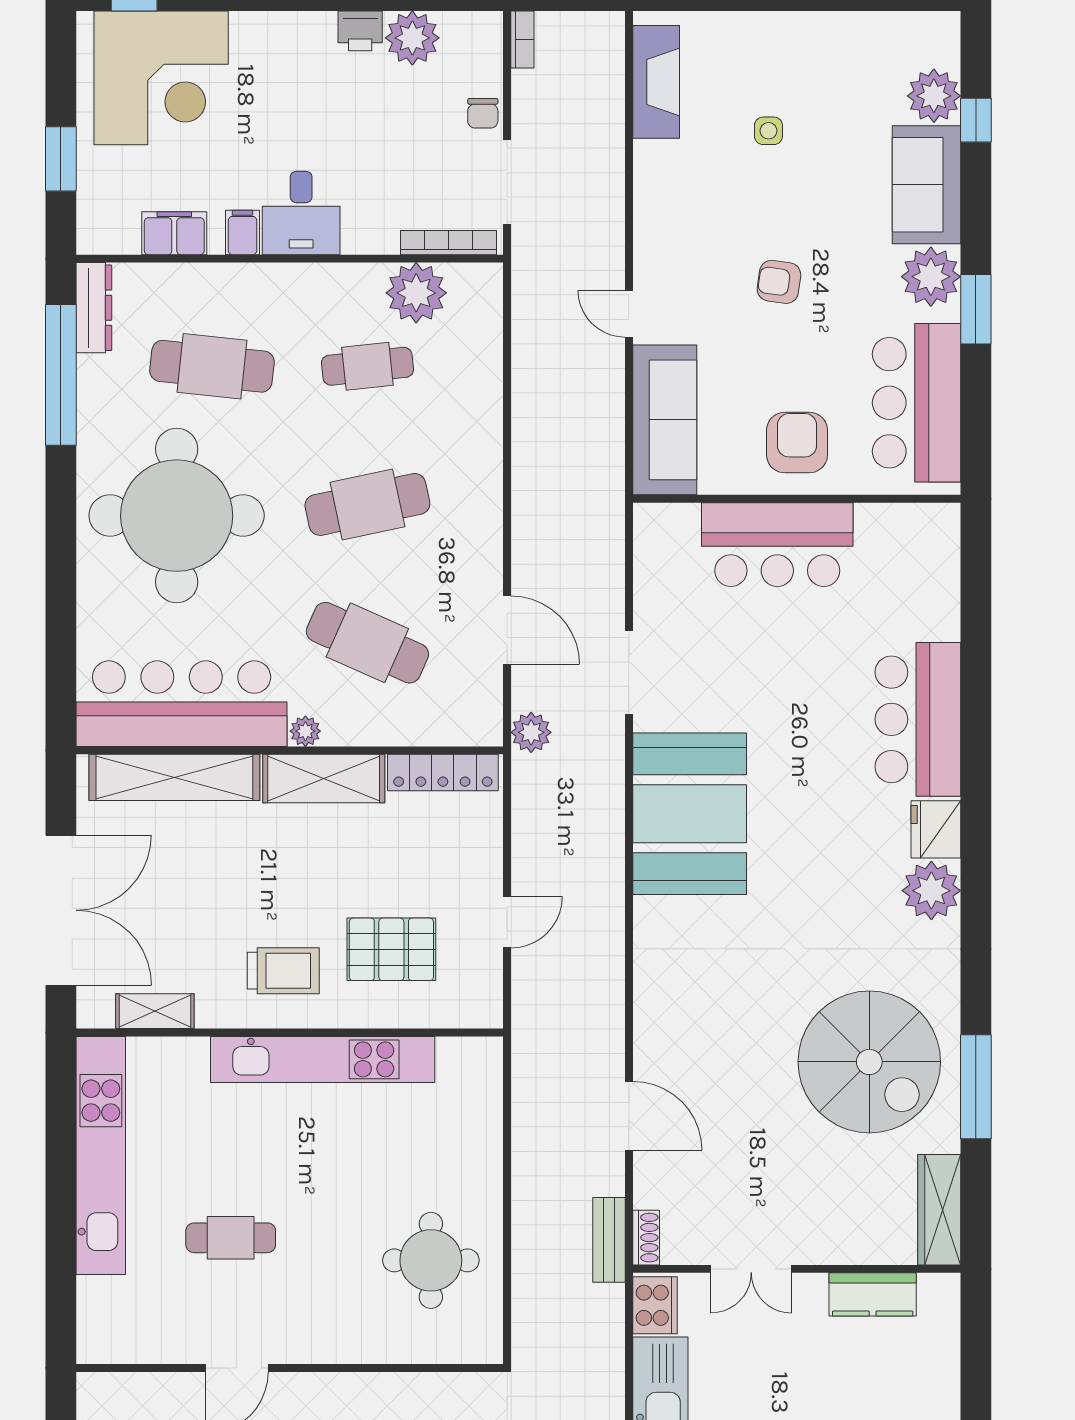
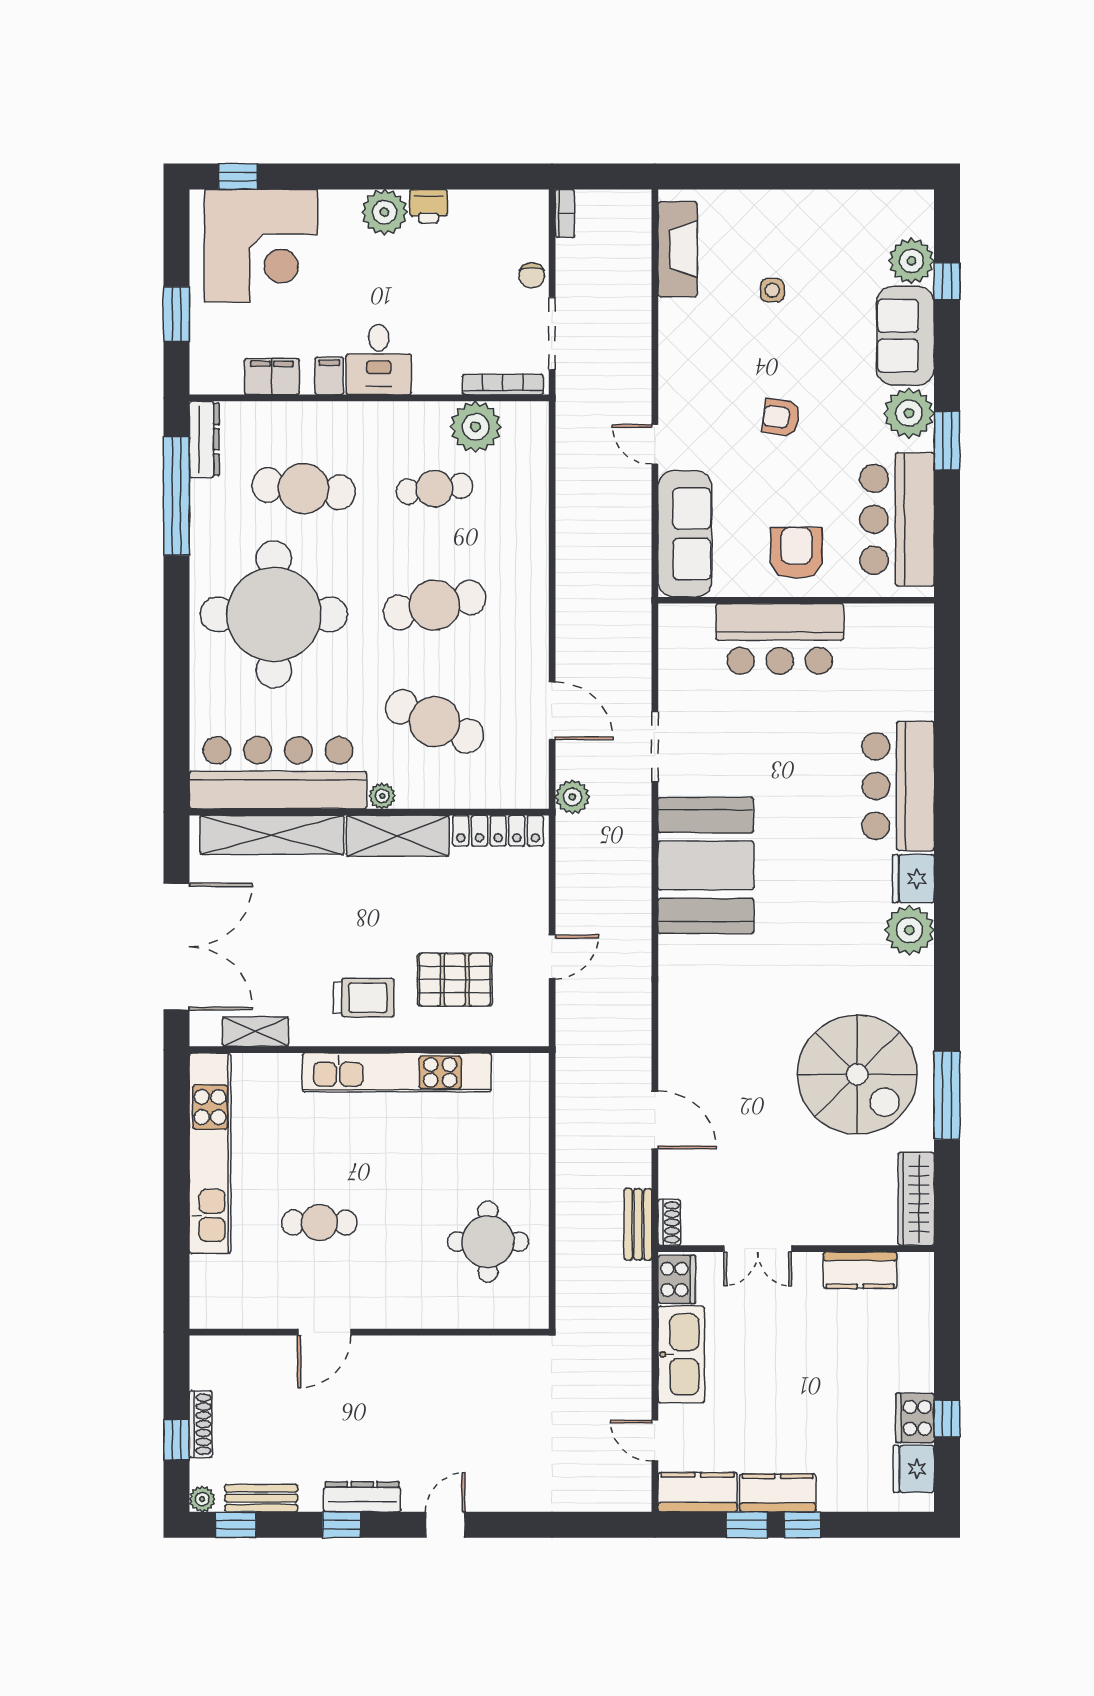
plant: (412, 38) -> (384, 212), moved

